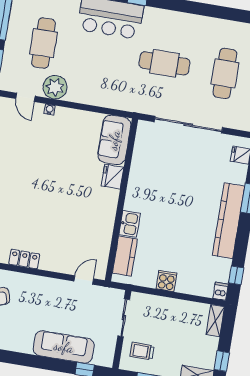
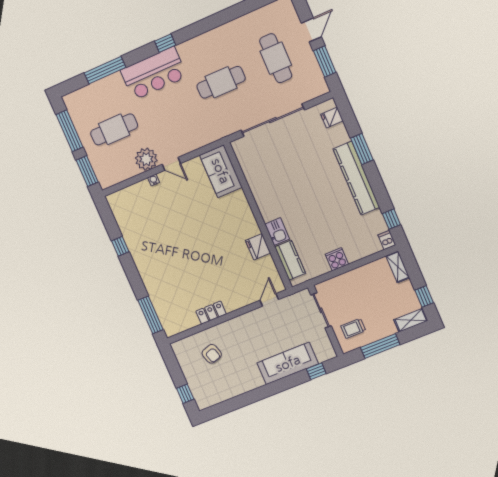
cafe table: (43, 43) -> (114, 129), turned 90
door: (25, 97) -> (171, 164), moved
fridge: (113, 177) -> (258, 247), moved

